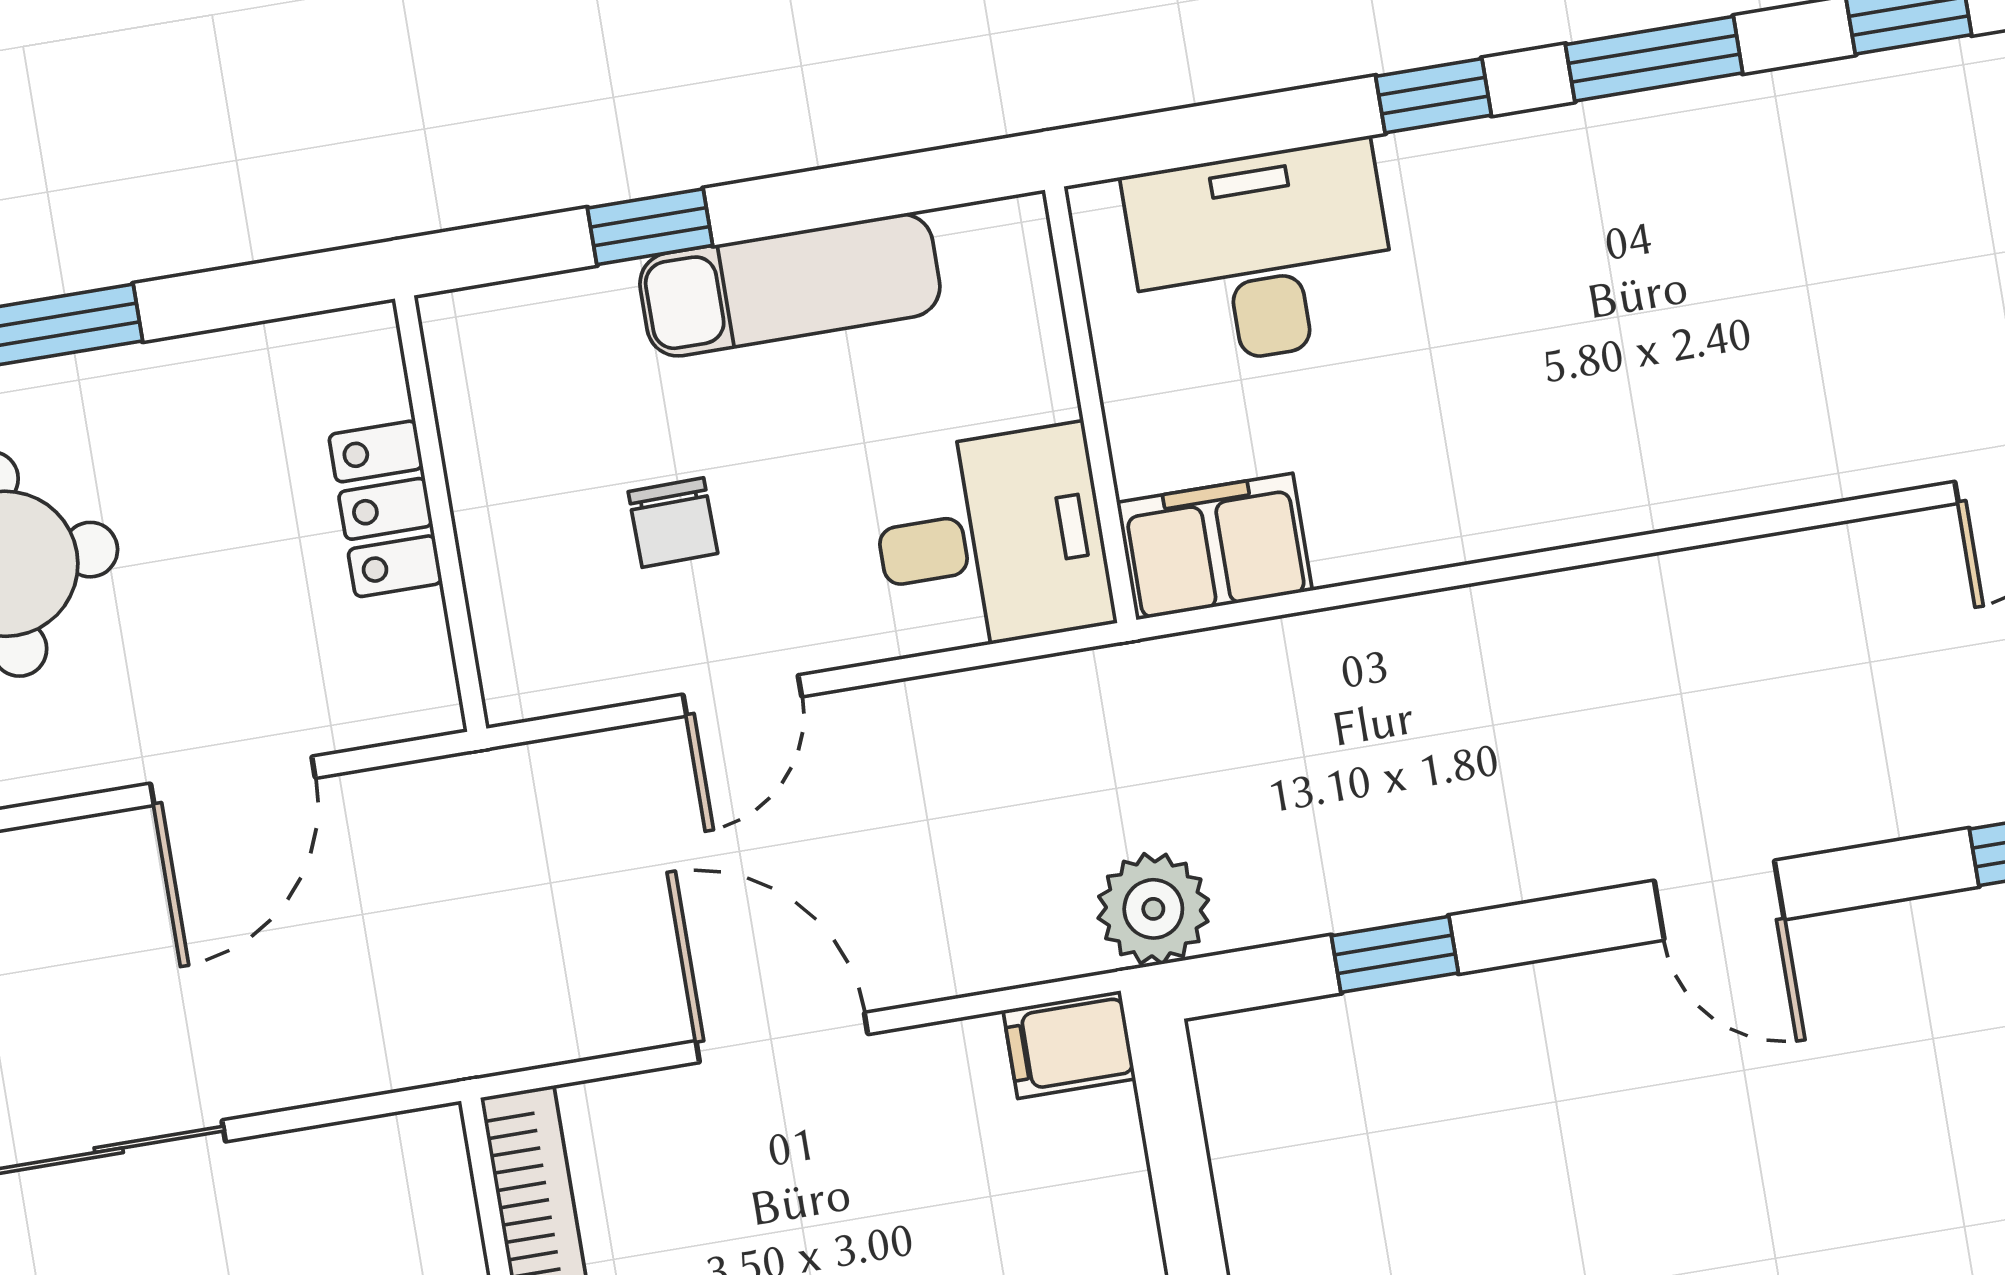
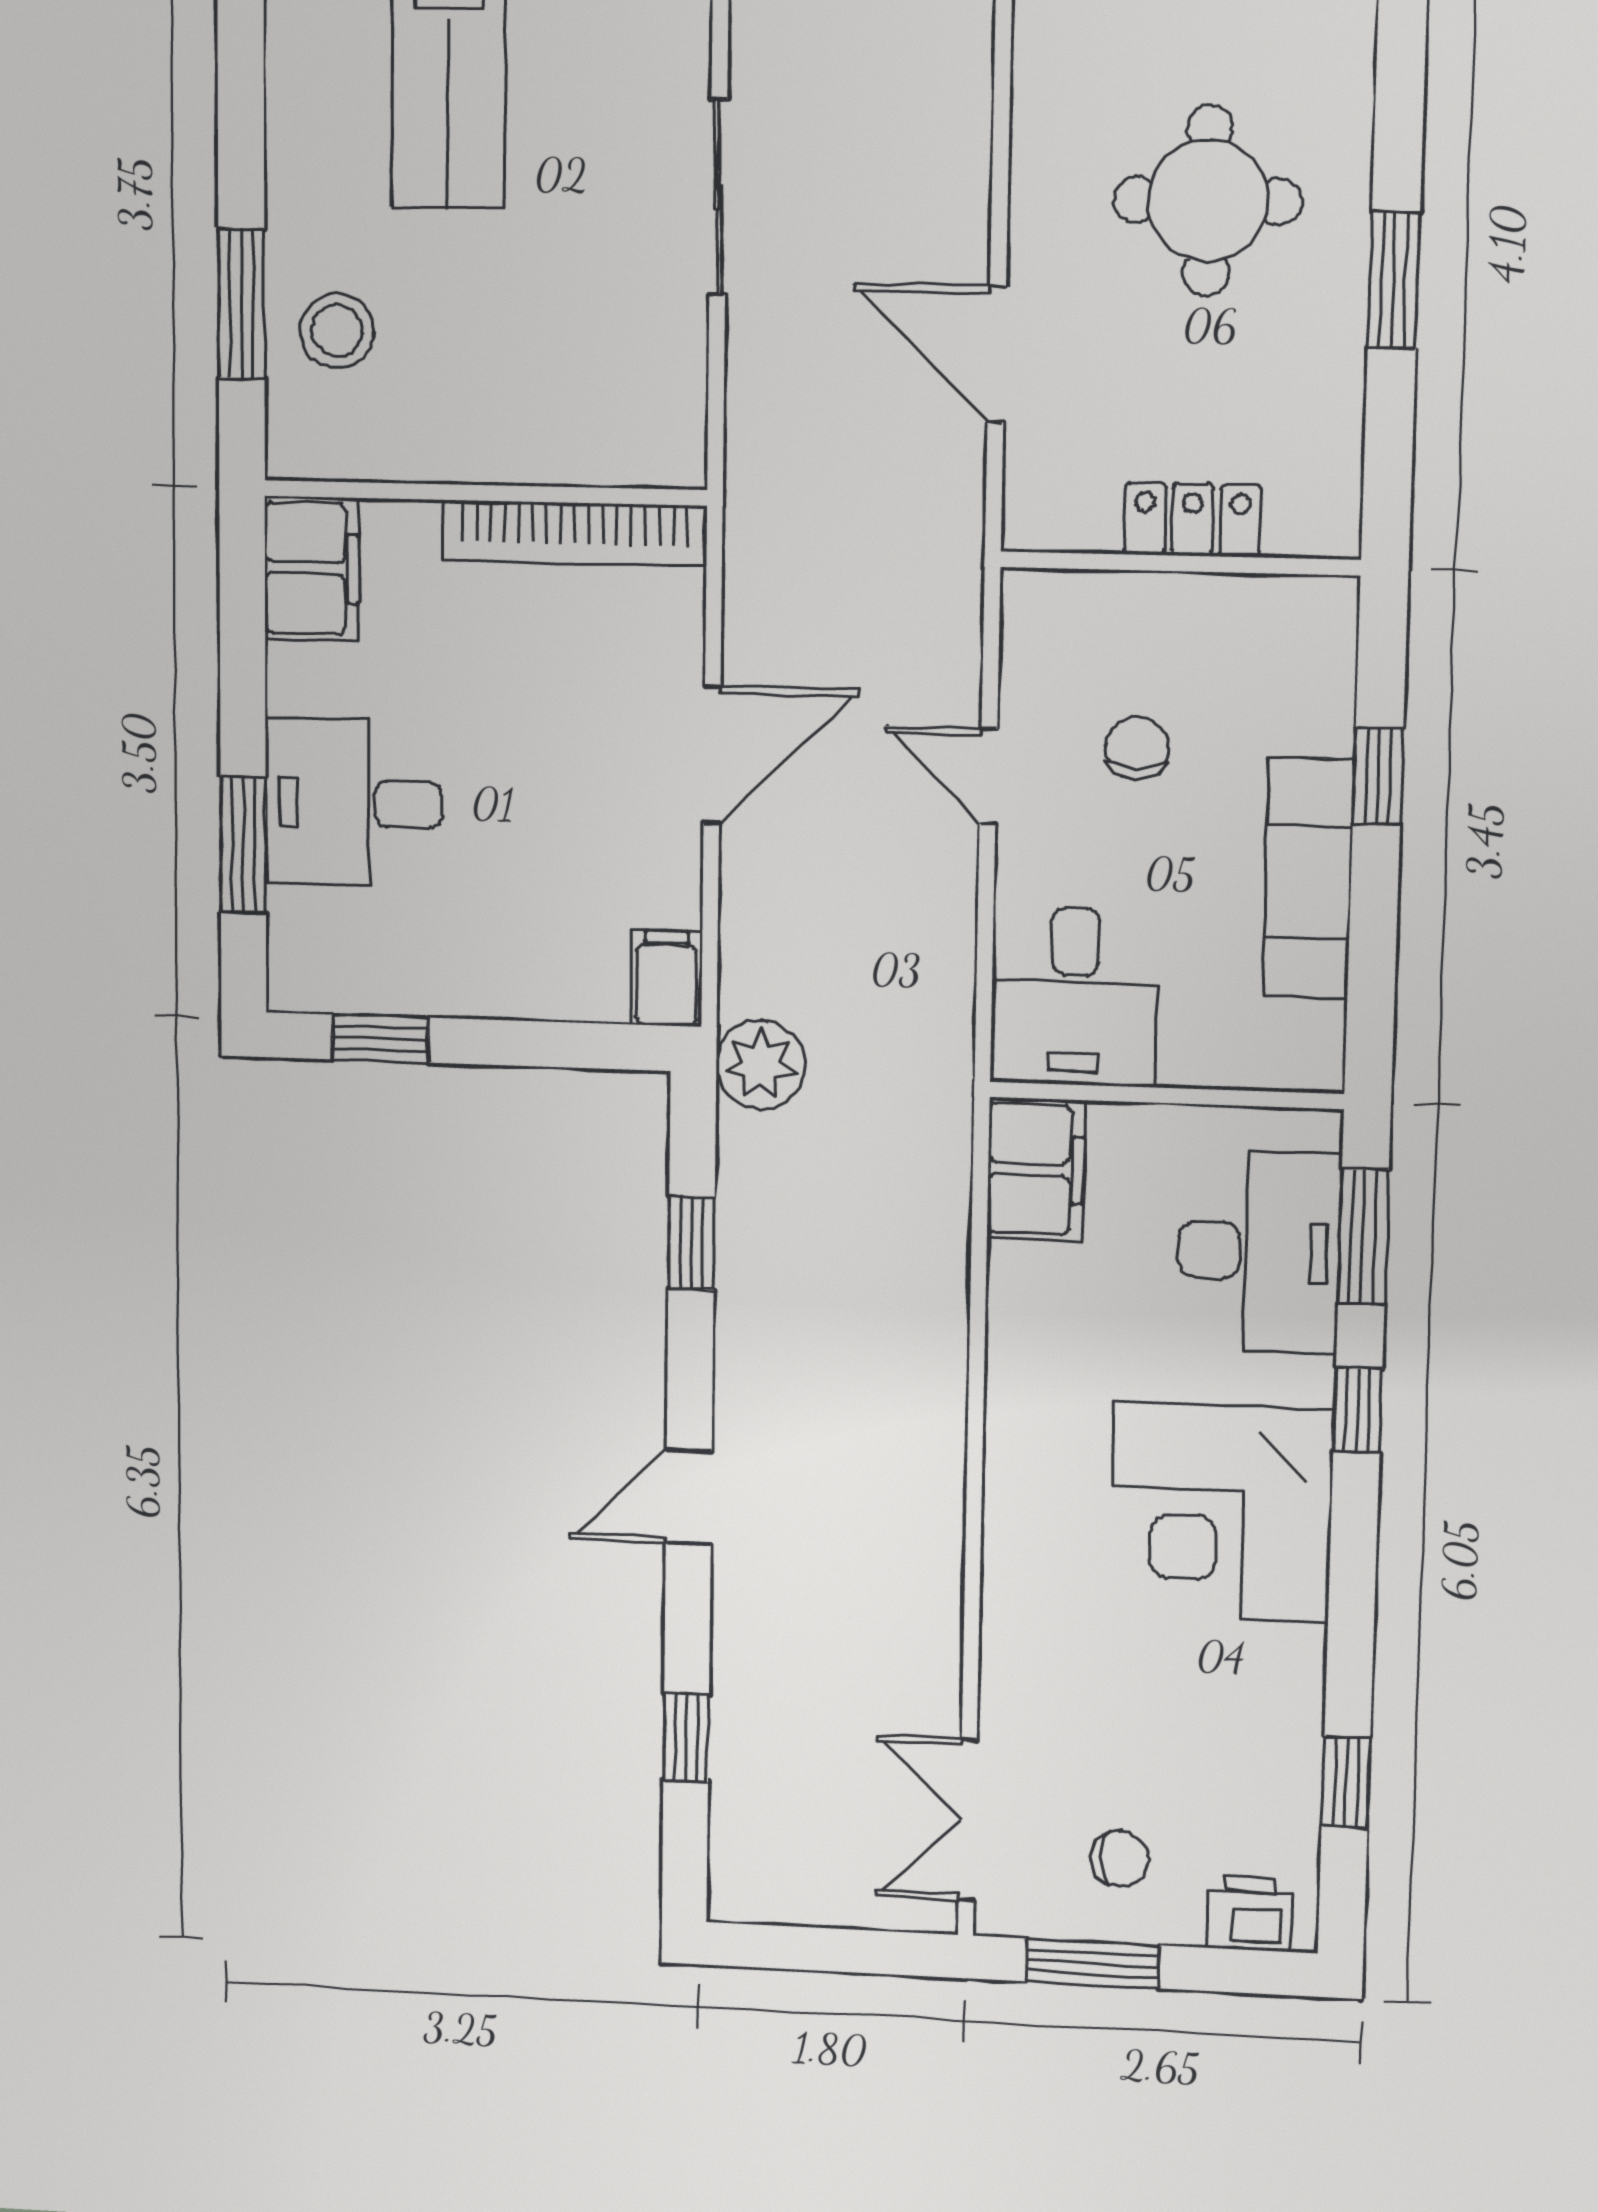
window: (1654, 59) -> (1363, 1236), moved
corner desk: (1598, 237) -> (1221, 1512), added
chair: (673, 523) -> (1137, 748), turned 91

